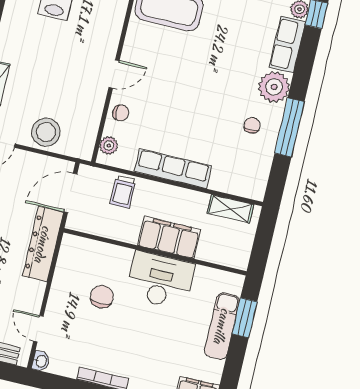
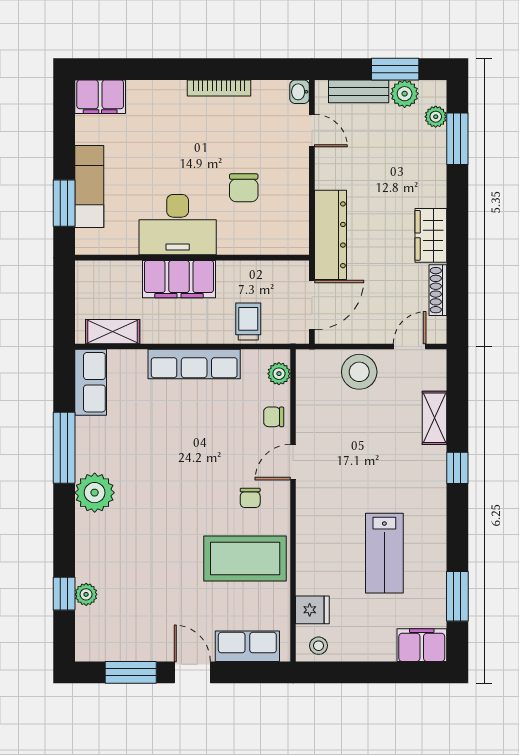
row of seats: (287, 45) -> (91, 382), moved
chair: (252, 125) -> (250, 498), moved

